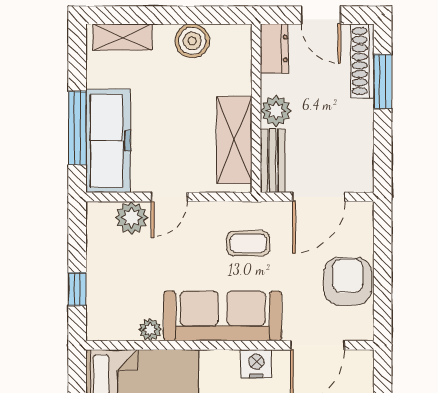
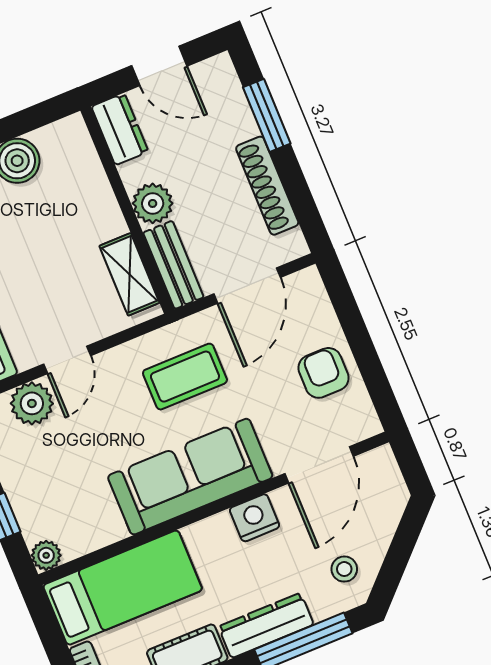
shoe rack: (362, 61) -> (267, 186), moved
shelving: (234, 140) -> (129, 274), width x0.67, depth x0.75
coffee table: (248, 243) -> (185, 377), width x1.36, depth x1.30
armchair: (348, 281) -> (323, 373), width x0.72, depth x0.72
plant: (150, 330) -> (46, 555), moved

